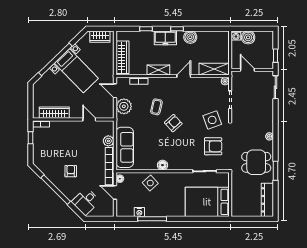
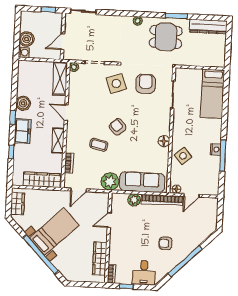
plant: (124, 106) -> (110, 182), moved
dining table: (256, 162) -> (166, 37), turned 90
desk: (86, 201) -> (144, 273), moved, turned 45
bed: (207, 202) -> (213, 94), width x0.67
nightstand: (139, 212) -> (216, 149), moved

